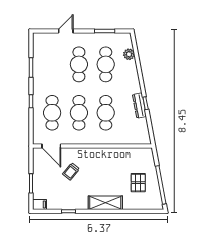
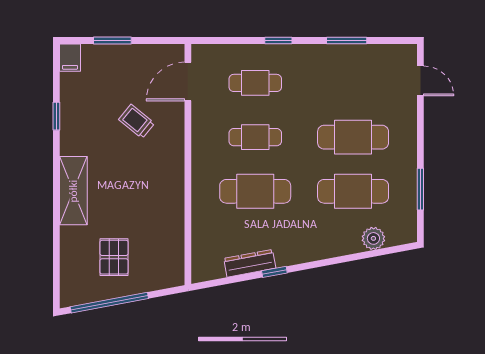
door: (66, 31) -> (420, 81), moved
dresser: (139, 106) -> (250, 263), moved
cafe table: (52, 113) -> (255, 83), width x0.73, depth x0.74
cafe table: (79, 113) -> (255, 137), width x0.73, depth x0.74
pallet: (138, 183) -> (114, 257), turned 90

